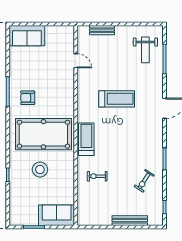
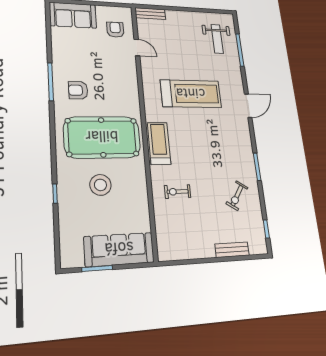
bench: (102, 30) -> (150, 14), moved
armchair: (60, 46) -> (115, 30), added
treadmill: (117, 99) -> (191, 94), width x1.37, depth x1.38
sofa: (57, 215) -> (119, 249), width x1.36
bench: (130, 221) -> (232, 250), width x0.73

